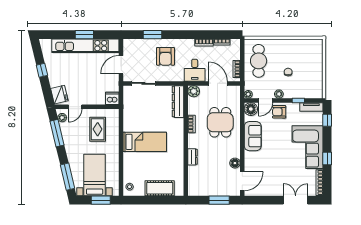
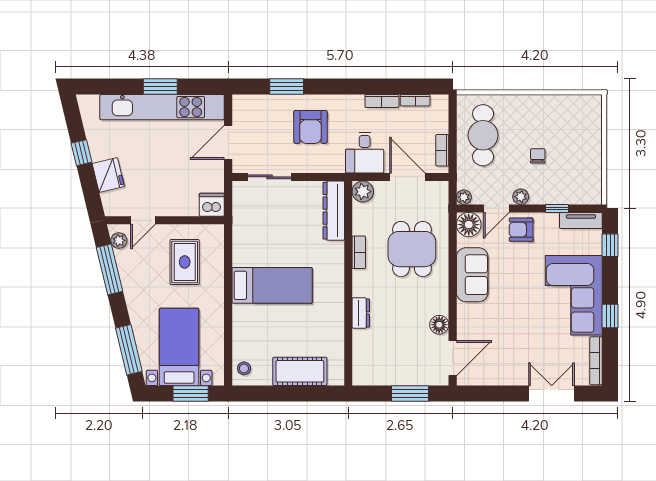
fridge: (59, 95) -> (108, 175), moved

